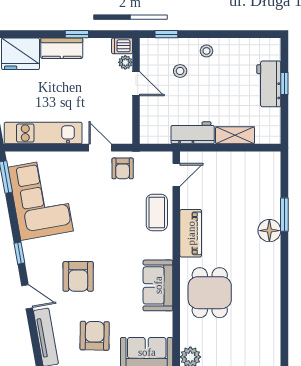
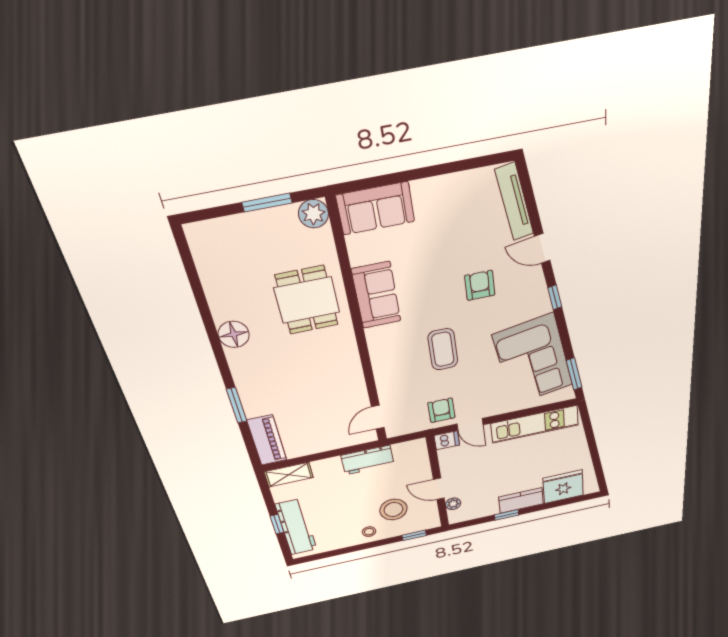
dishwasher: (122, 46) -> (447, 440), moved
stool: (180, 71) -> (393, 510), width x1.89, depth x1.89
workbench: (269, 84) -> (296, 527), width x1.38
shelving: (235, 135) -> (289, 475), moved
coffee table: (157, 212) -> (443, 349), moved
floor lamp: (269, 231) -> (234, 334), moved
piano: (191, 233) -> (267, 440), moved, turned 180
armchair: (78, 276) -> (480, 285), width x0.72, depth x0.72
armchair: (95, 336) -> (450, 217), removed

